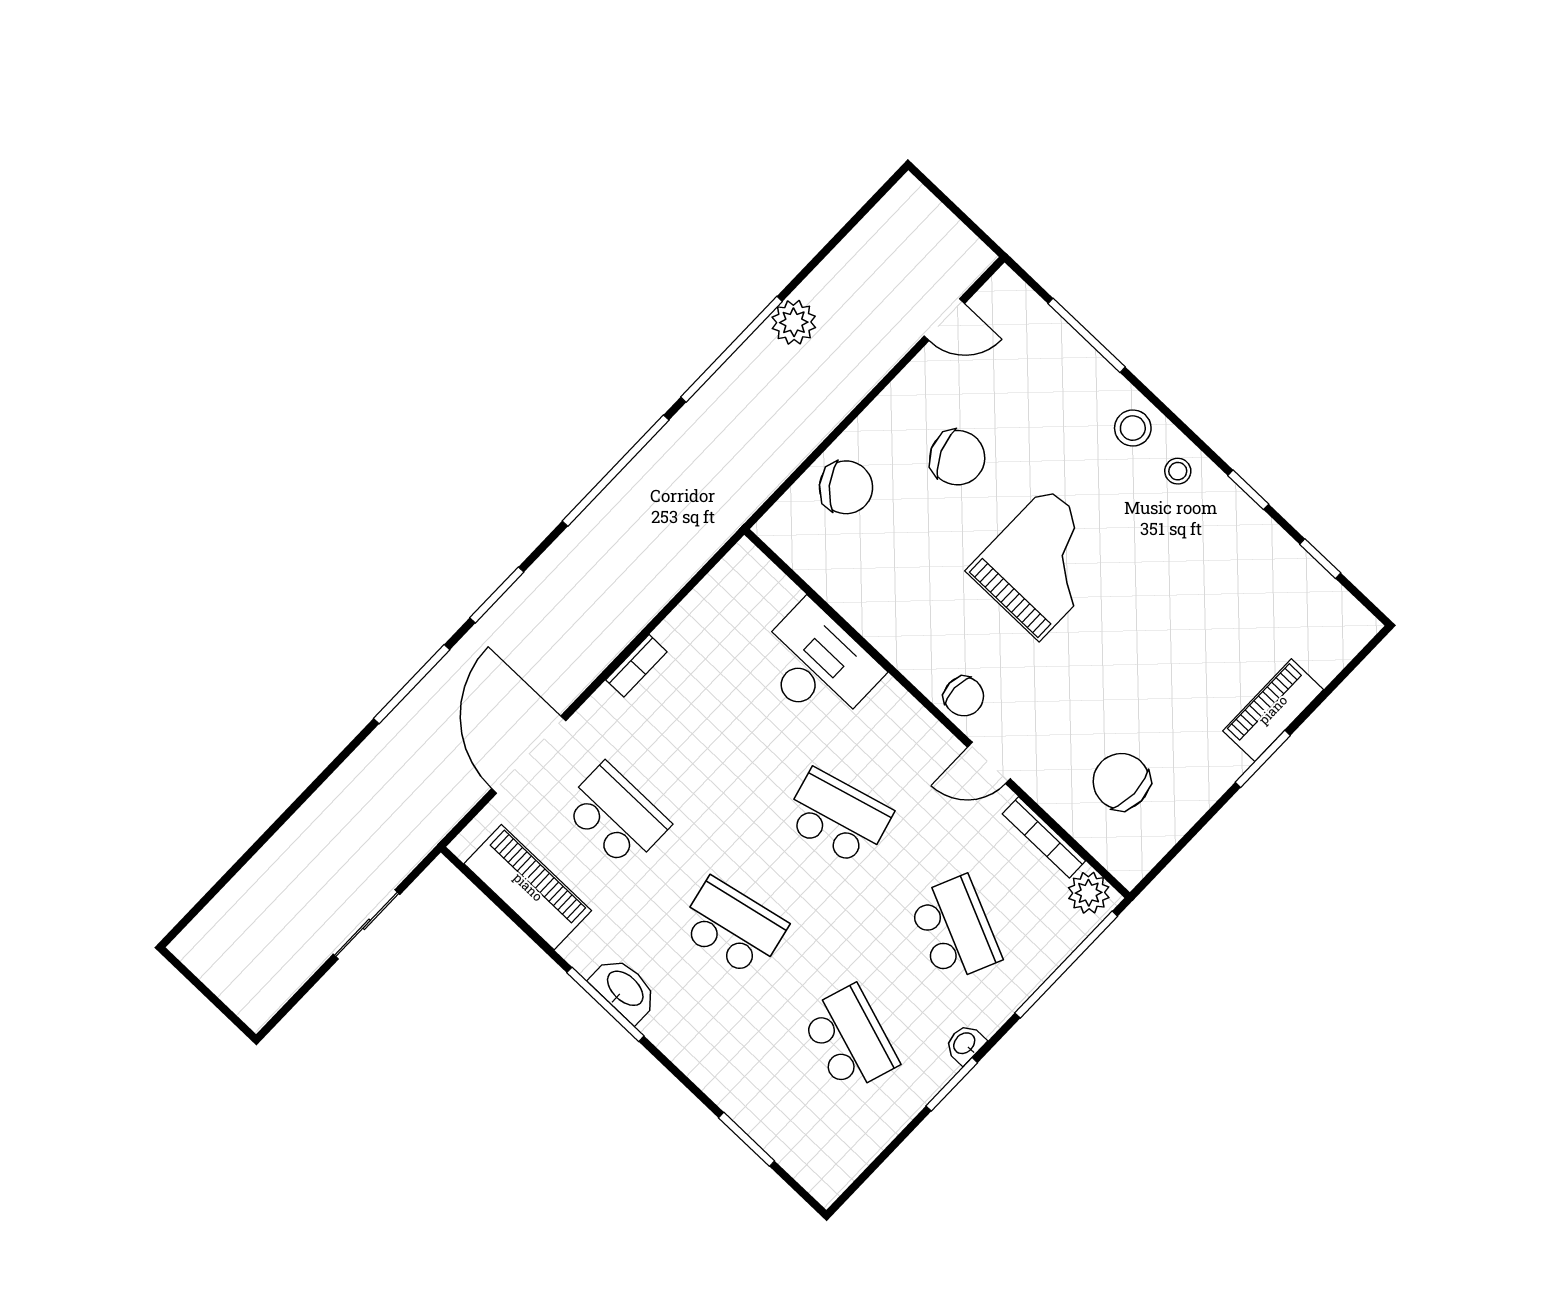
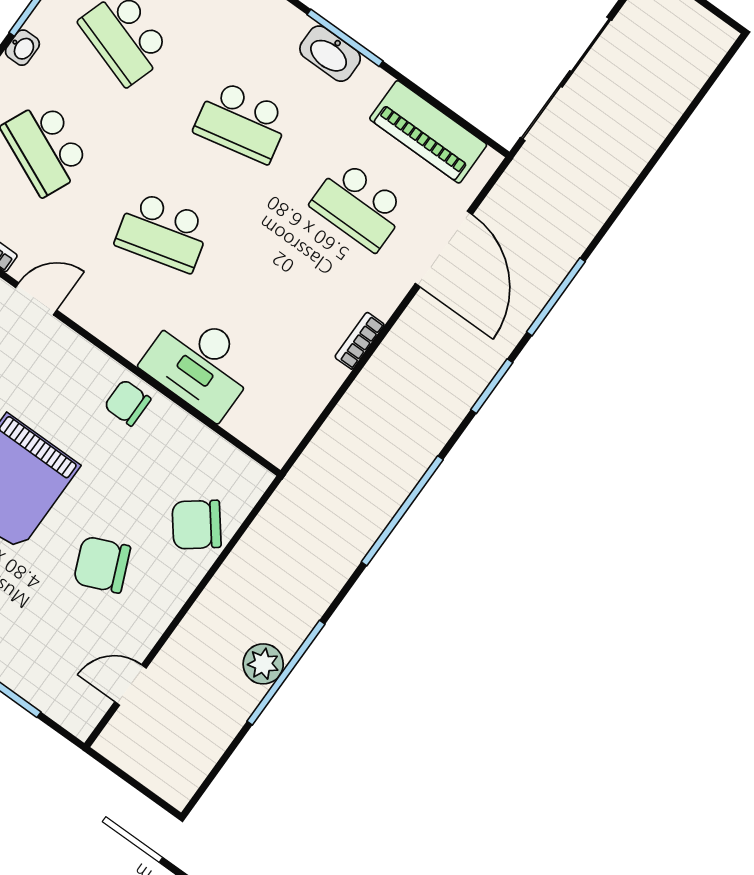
window: (732, 349) -> (286, 673), moved
chair: (964, 696) -> (127, 403), moved
sliding door: (367, 924) -> (566, 79), width x1.86

